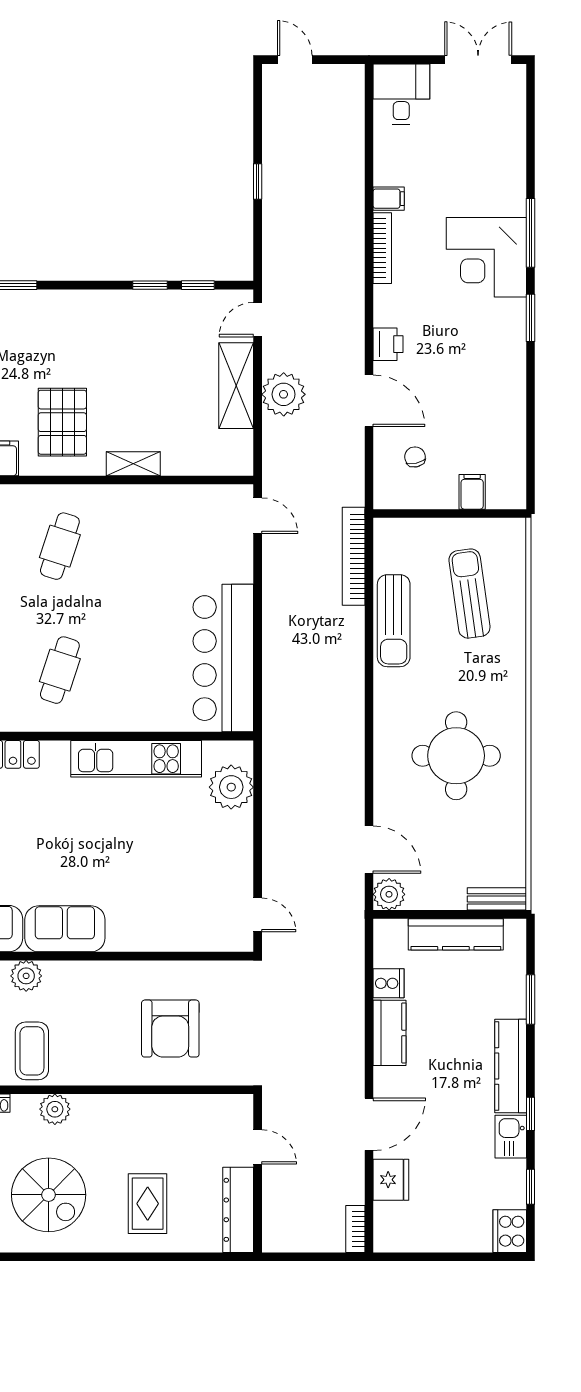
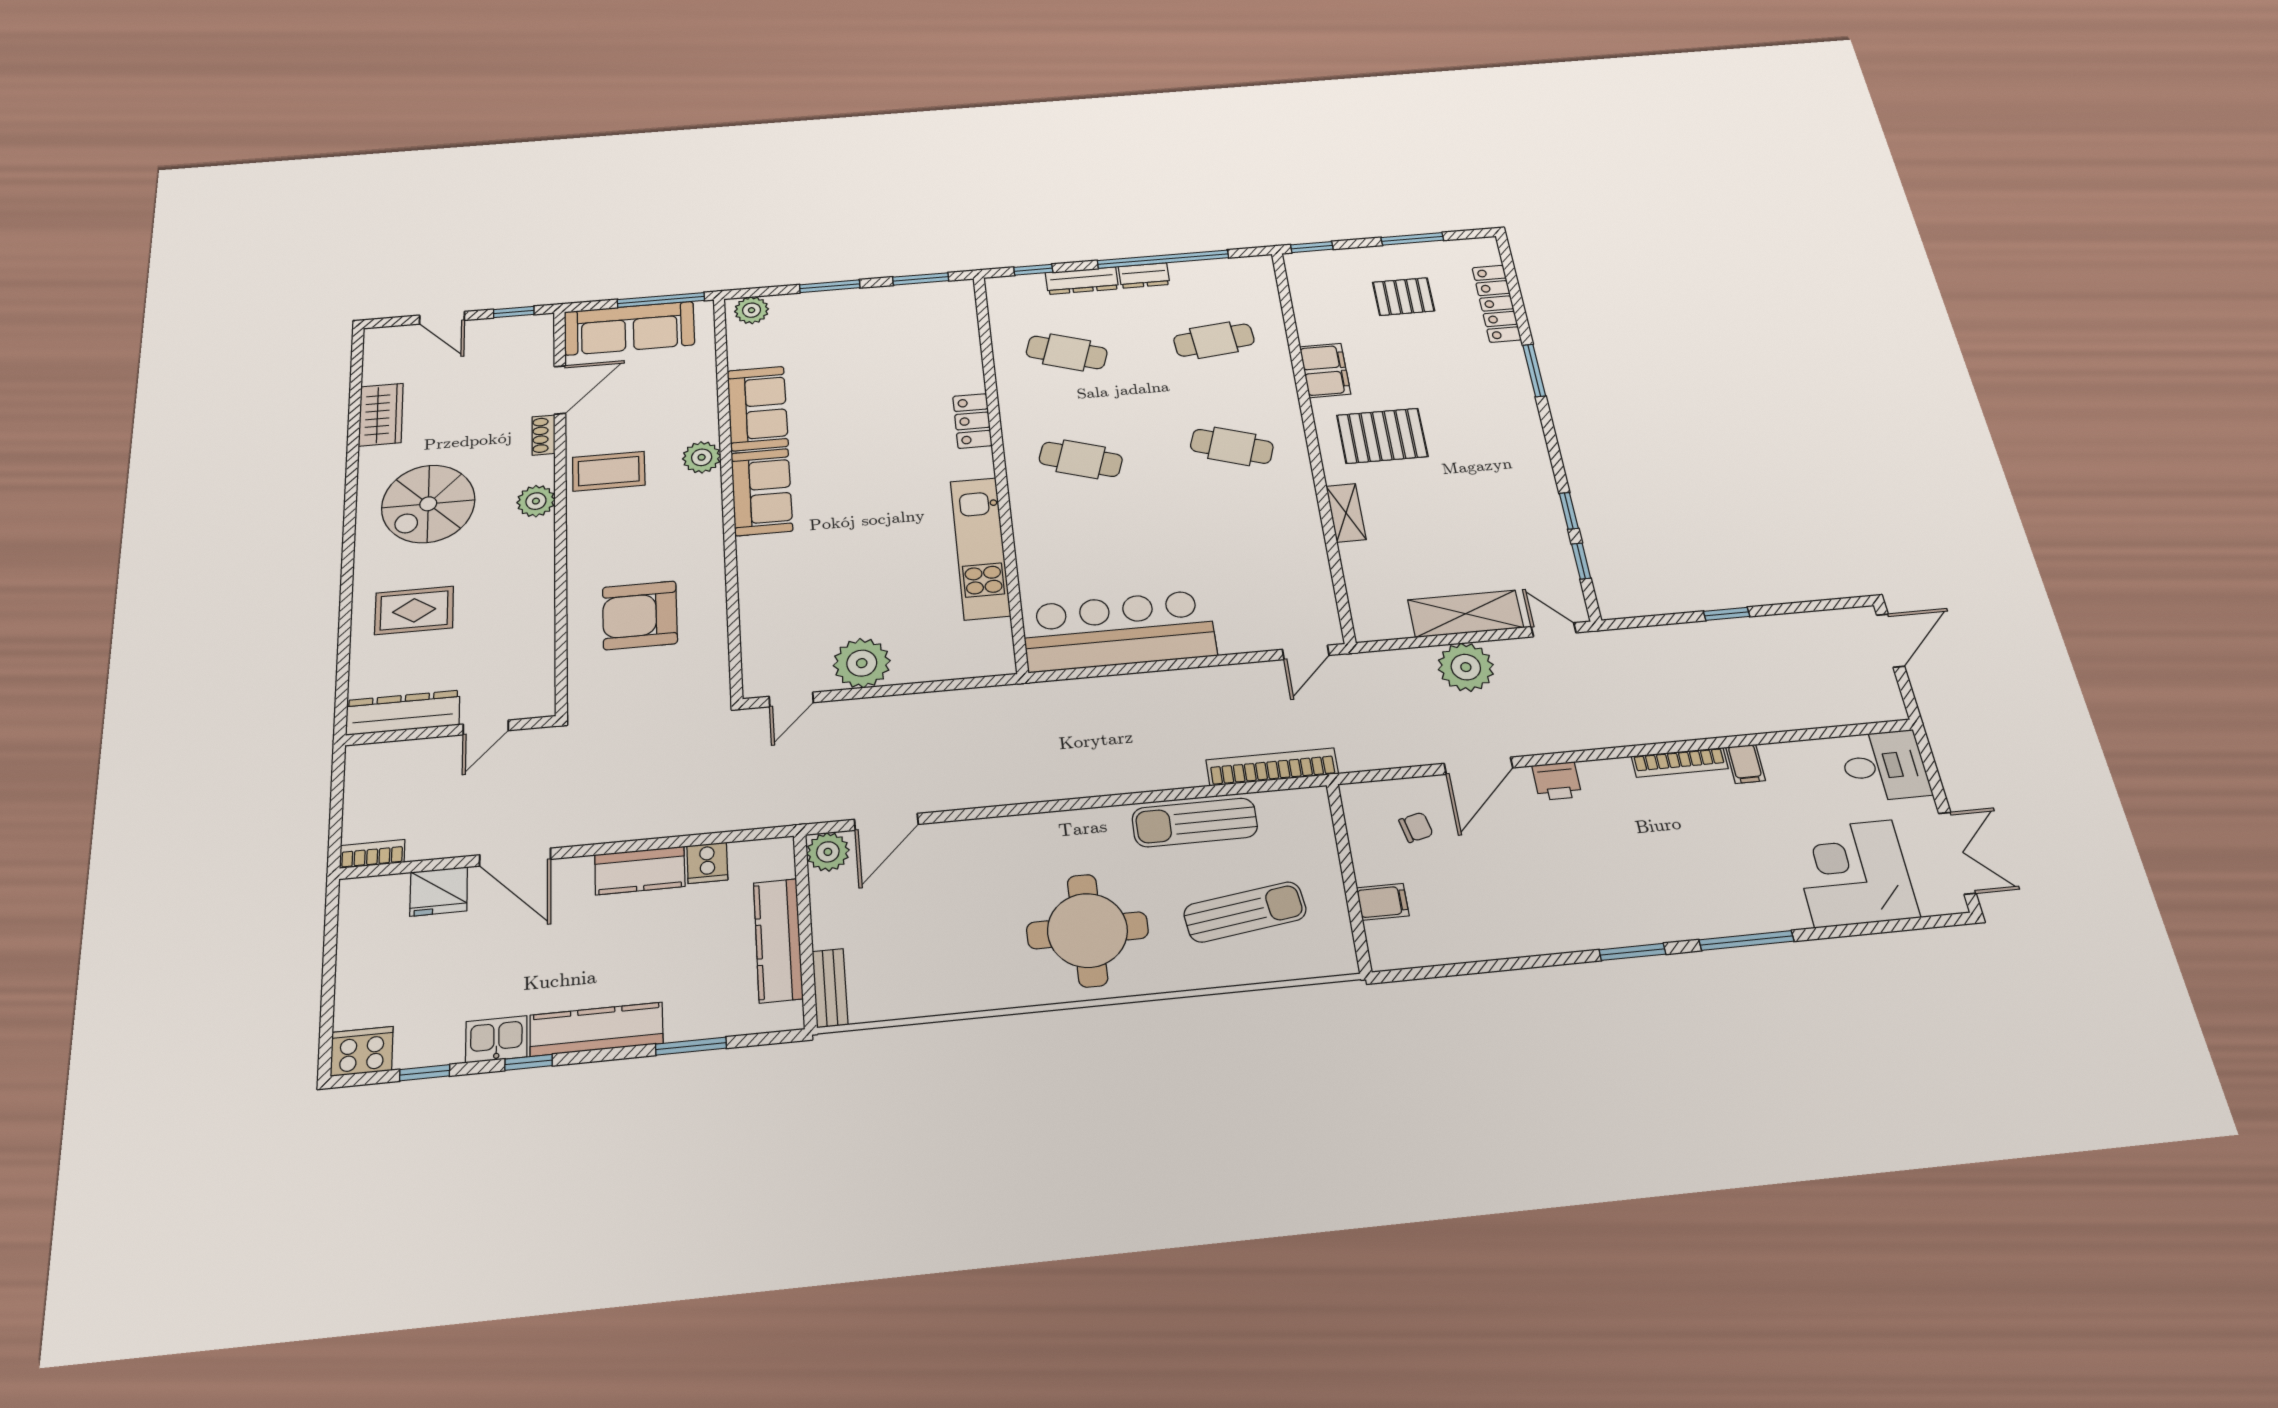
door: (295, 60) -> (1891, 641), width x1.38
corner desk: (486, 257) -> (1854, 873), moved
round table: (456, 756) -> (1087, 930), moved
plant: (231, 787) -> (862, 663), moved

